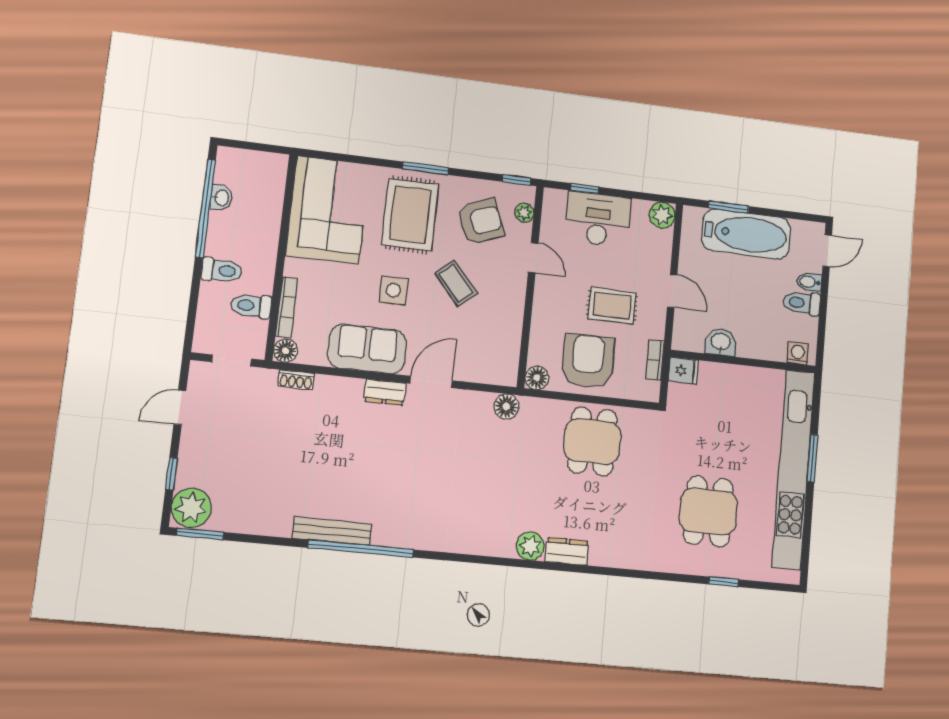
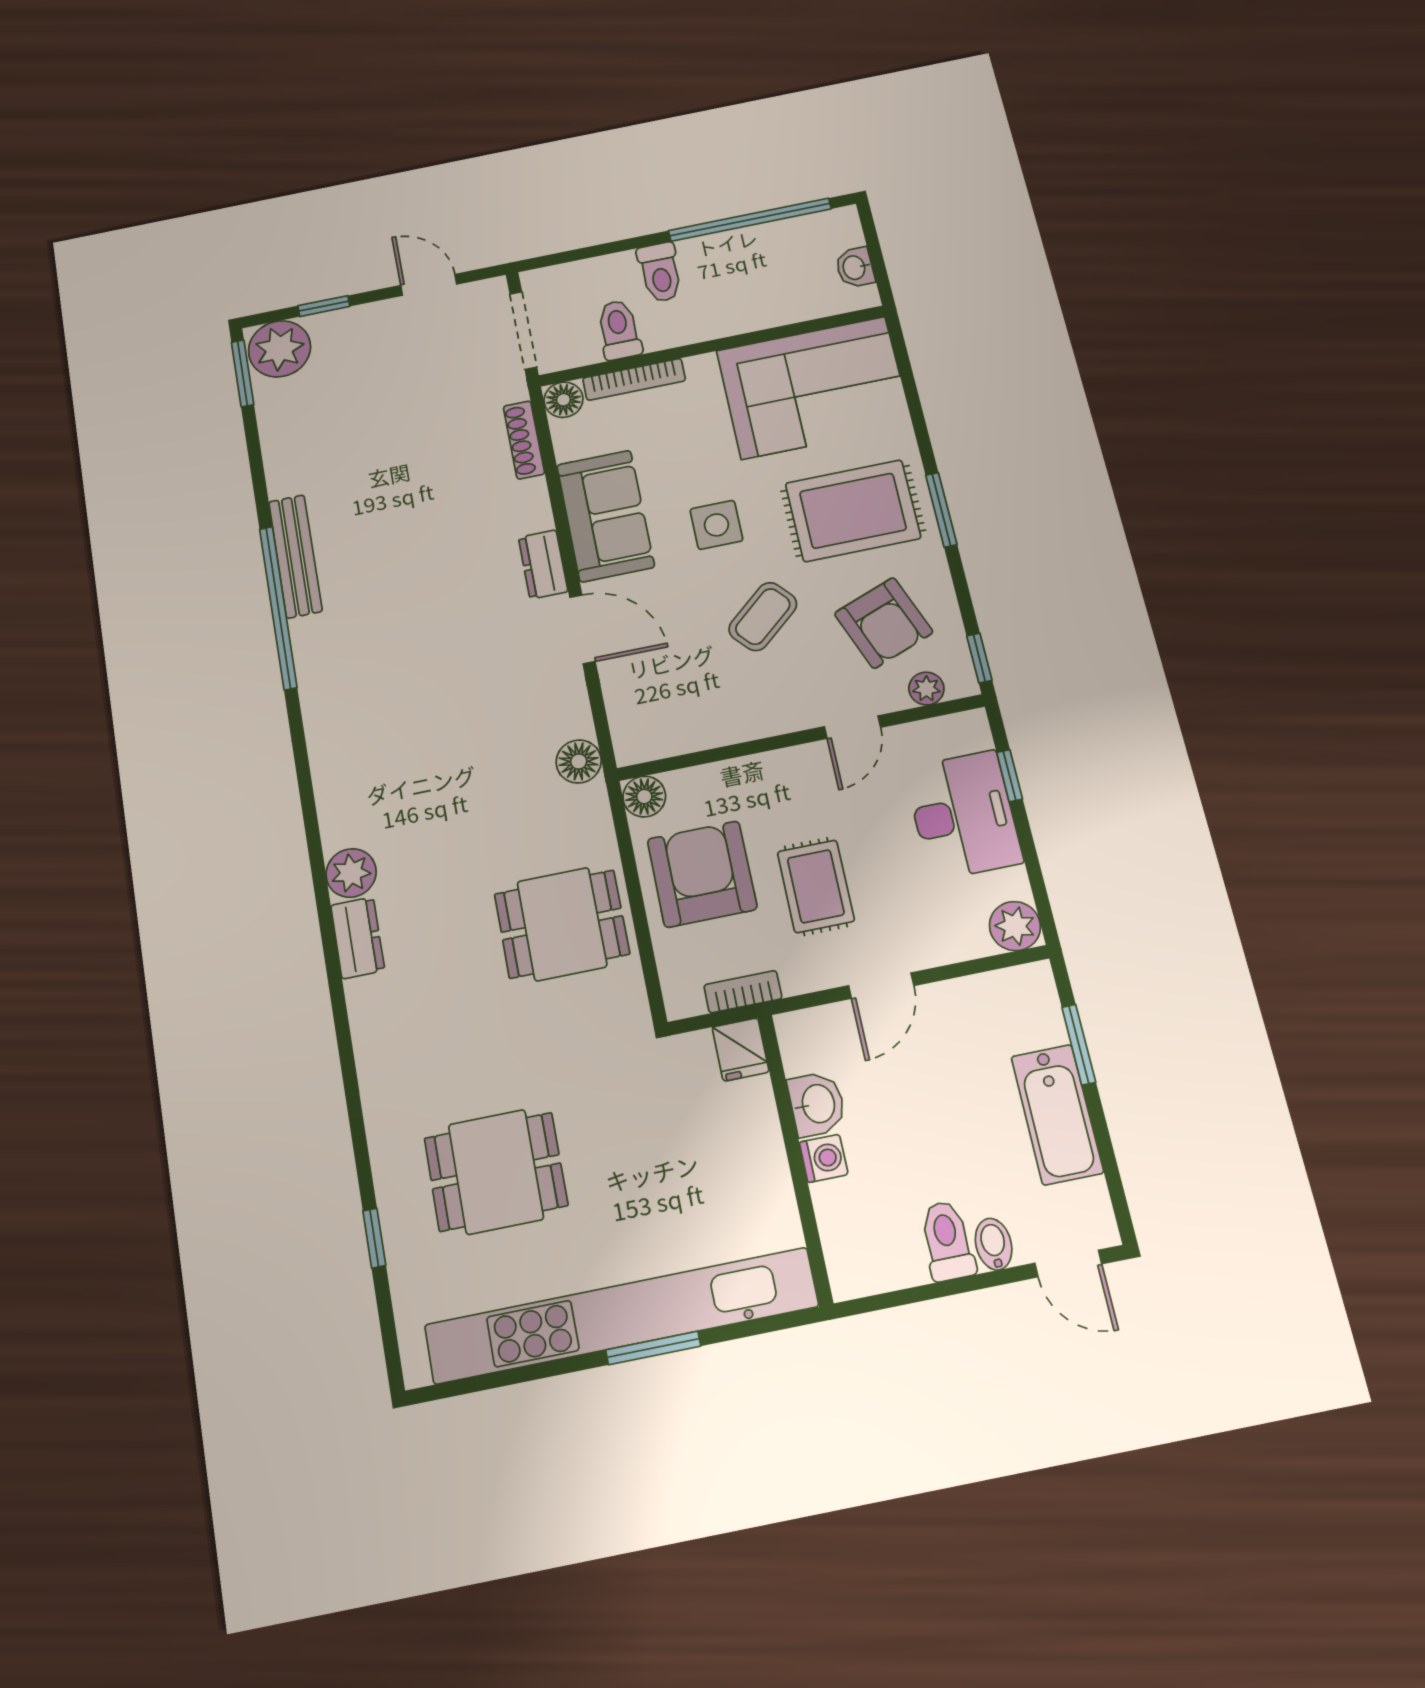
washbasin: (221, 198) -> (855, 267), moved, turned 90
bathtub: (746, 234) -> (1057, 1114), width x0.73, depth x0.73
washing machine: (798, 354) -> (824, 1158), moved
doorway: (232, 360) -> (523, 330), width x1.38
armchair: (588, 361) -> (702, 874), turned -90
shoe rack: (296, 380) -> (524, 440), width x1.43

